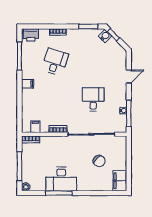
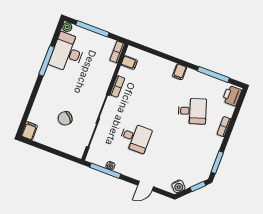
water cooler: (105, 36) -> (178, 186), moved
desk: (55, 62) -> (192, 111), turned -36
door: (129, 77) -> (146, 186), hinge flipped
desk: (61, 179) -> (67, 53), moved
filing cabinet: (120, 181) -> (29, 131), width x0.50

